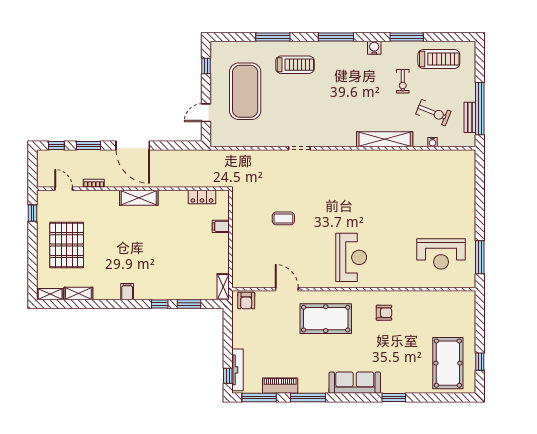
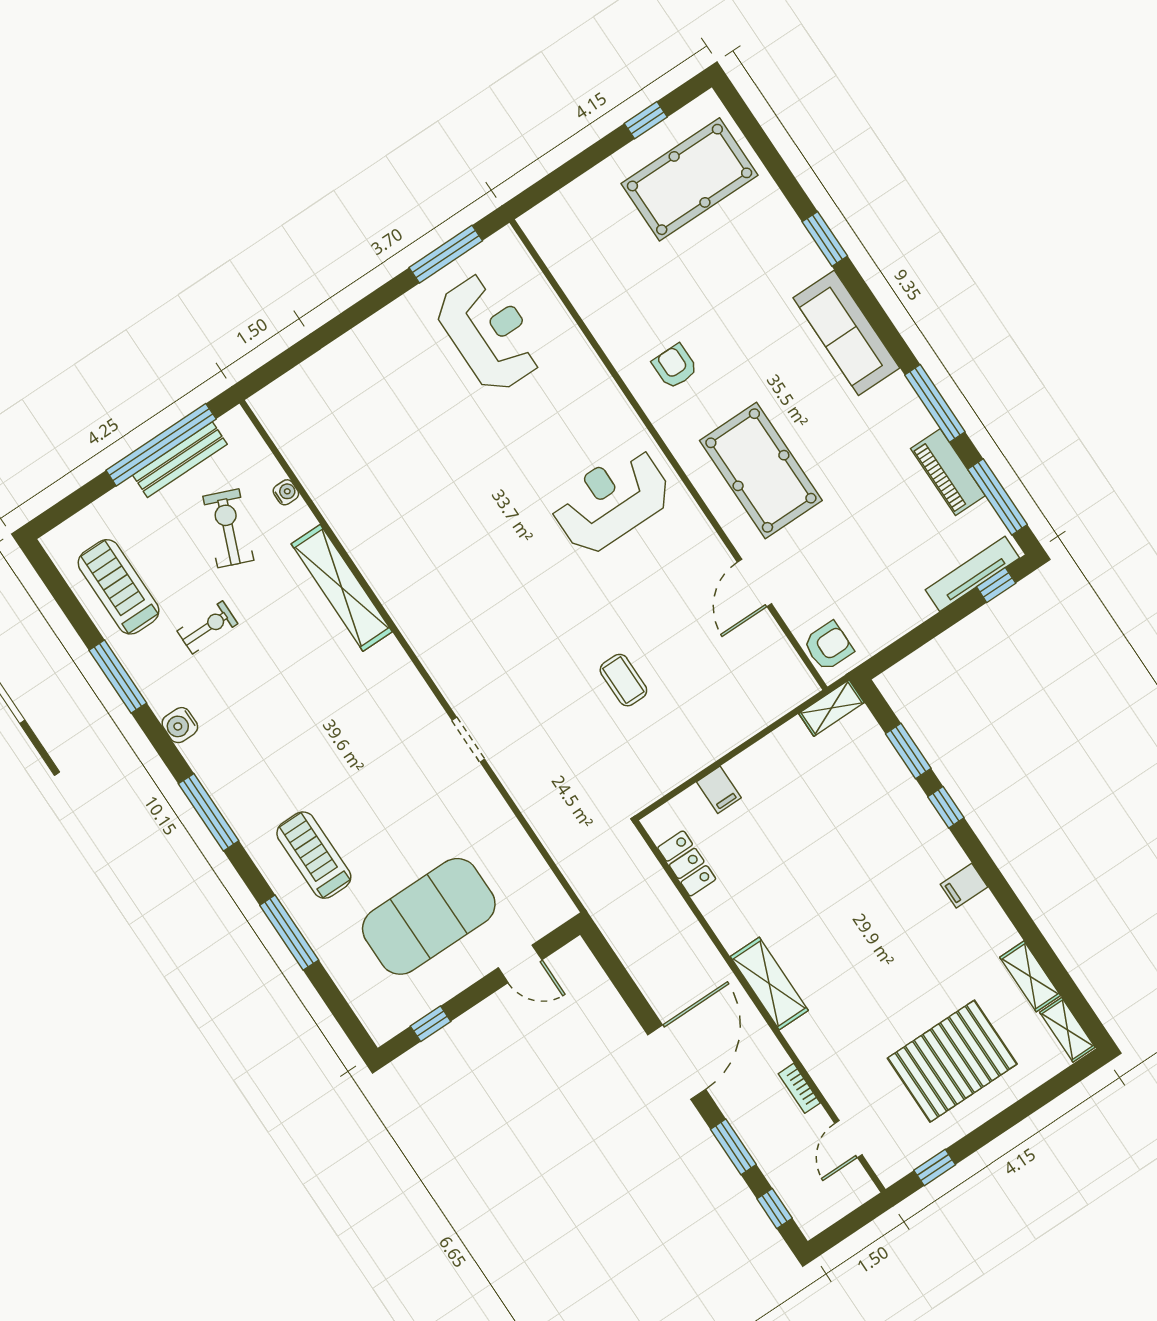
bench: (470, 117) -> (180, 460), width x1.36

